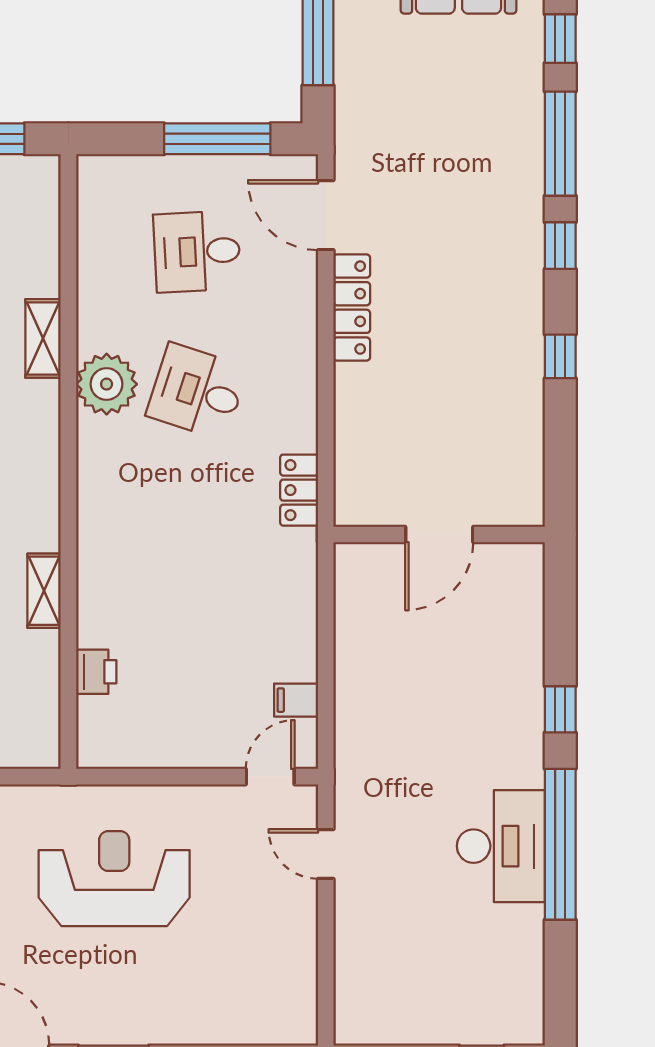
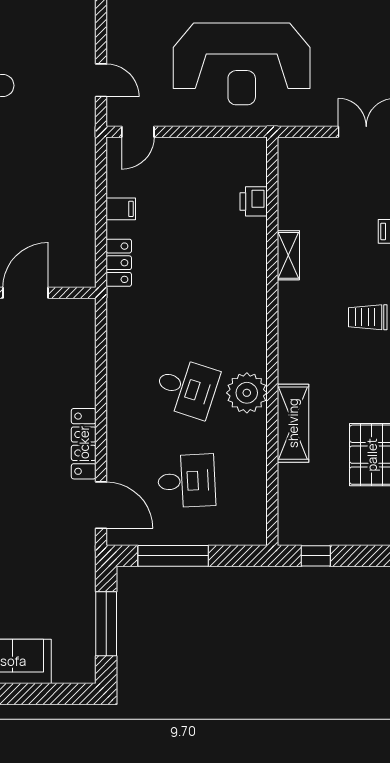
shelving: (43, 338) -> (293, 423), width x1.50, depth x1.33
locker: (299, 490) -> (119, 263), moved
filing cabinet: (296, 700) -> (121, 209), moved
reception desk: (114, 879) -> (242, 64), width x1.36, depth x1.30

